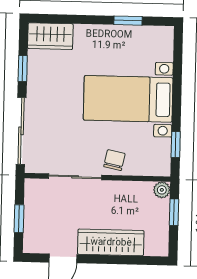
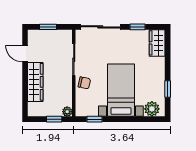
plant: (161, 48) -> (152, 109), added

